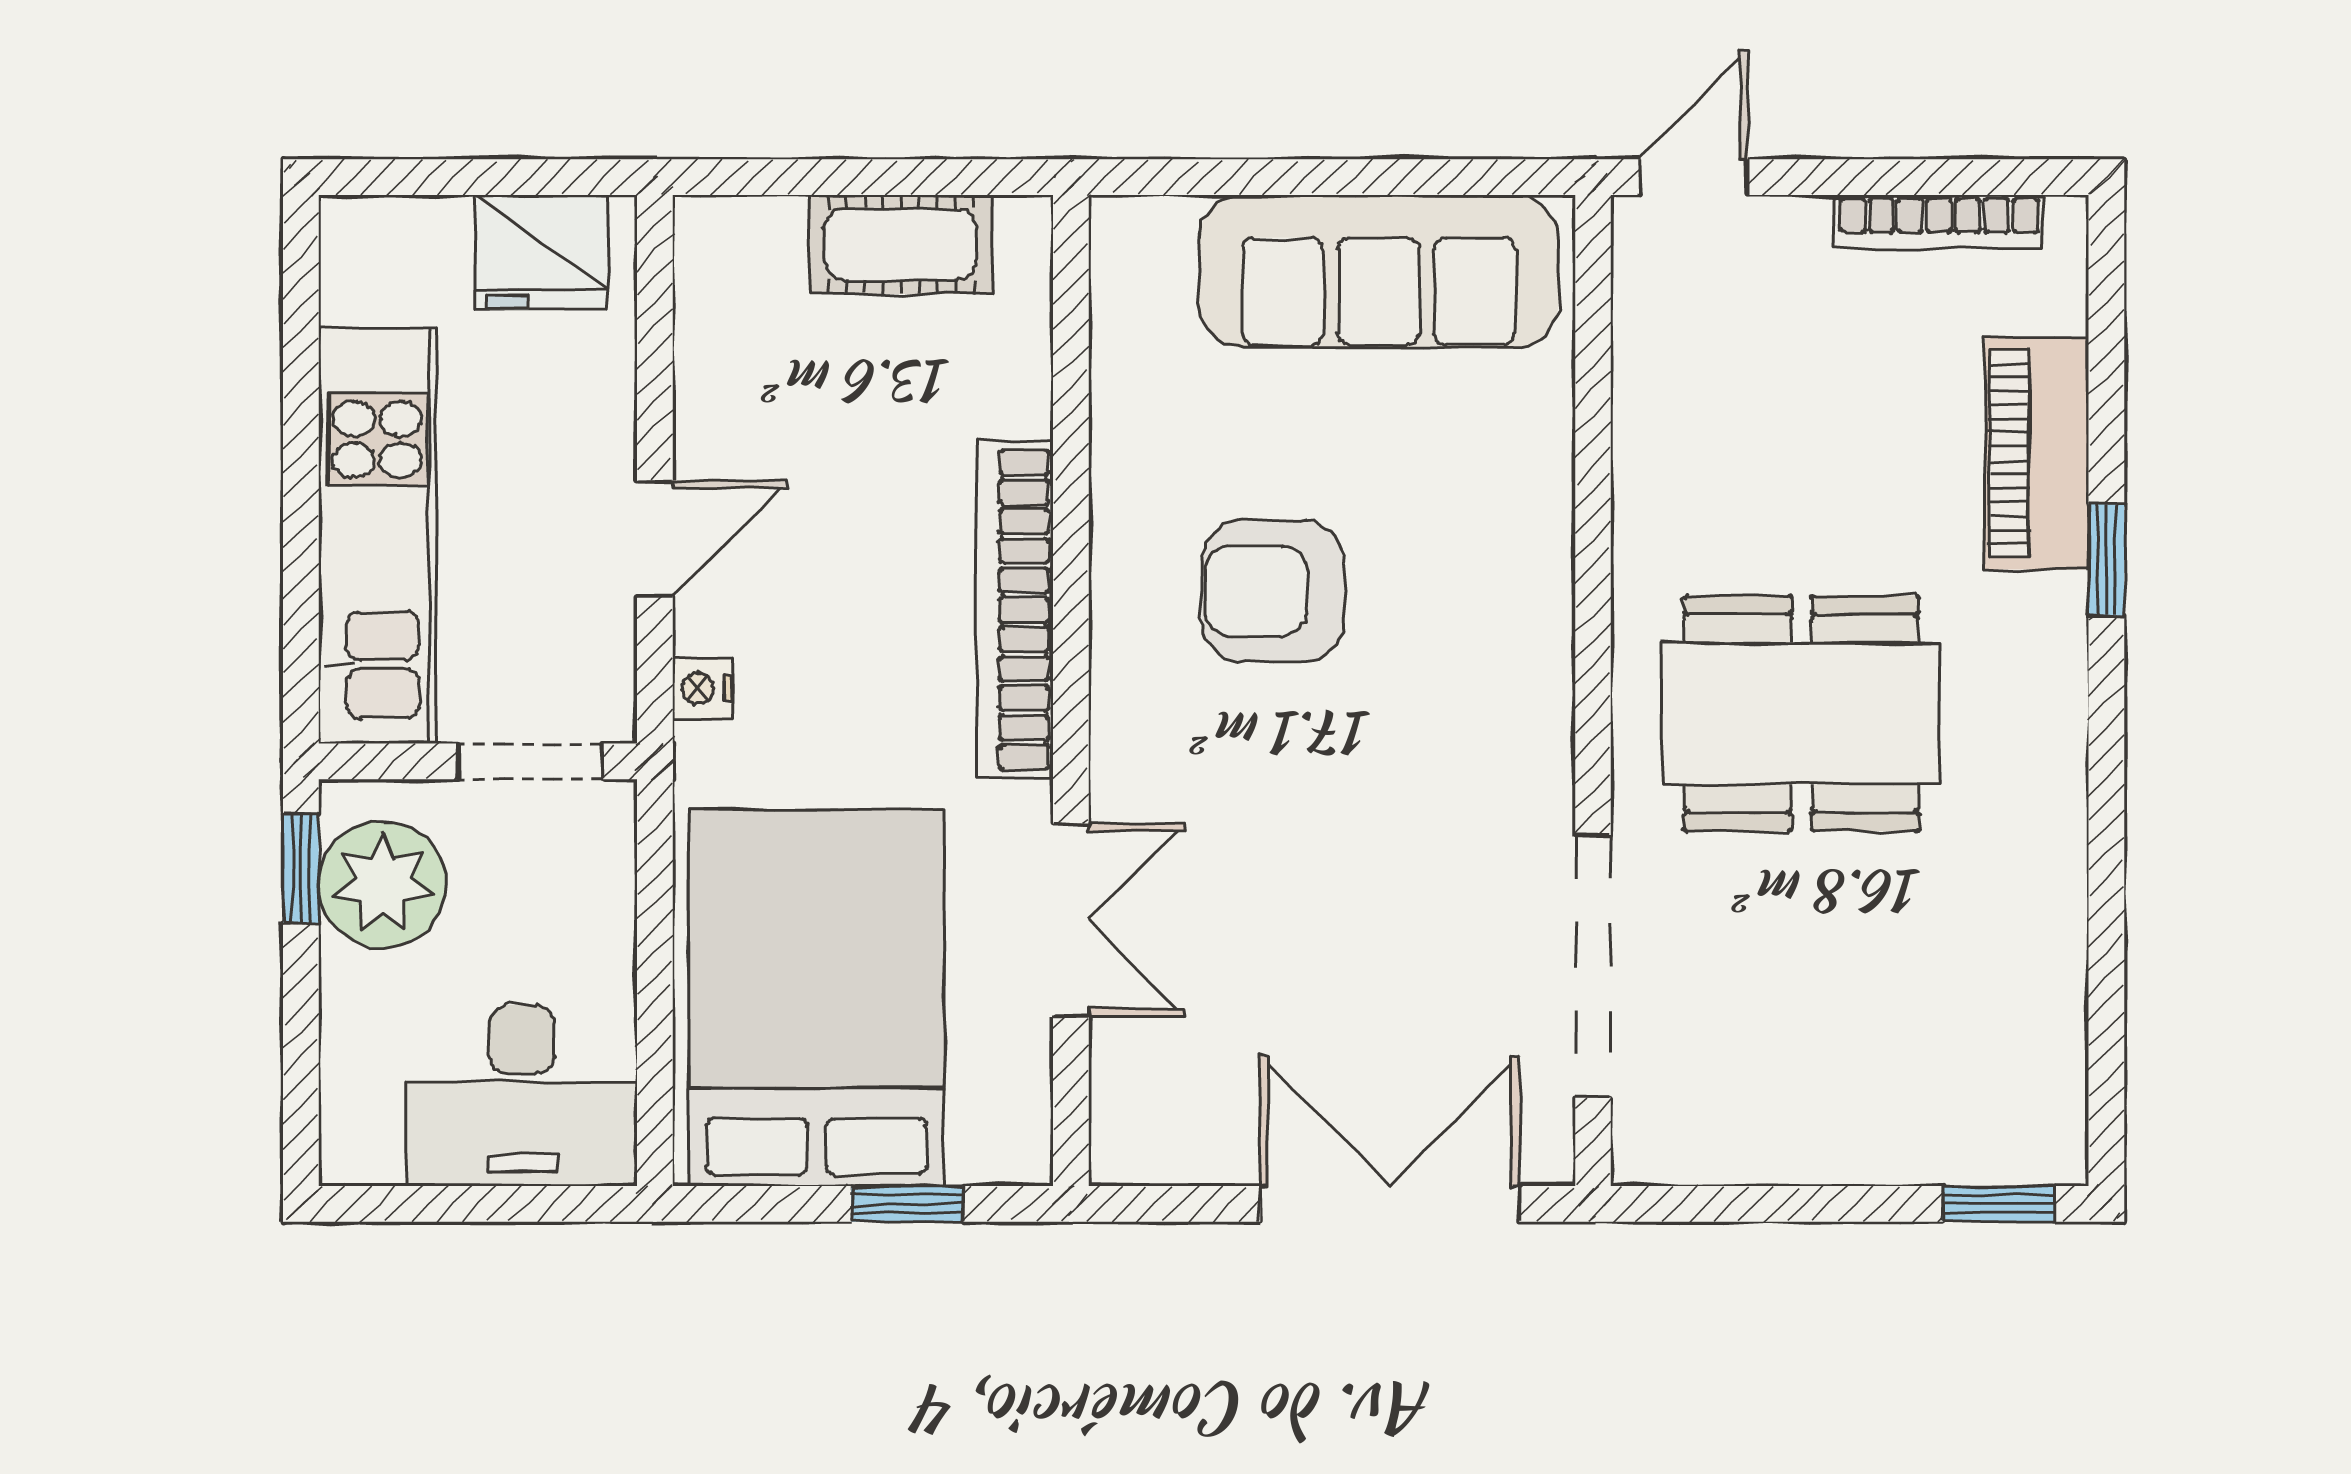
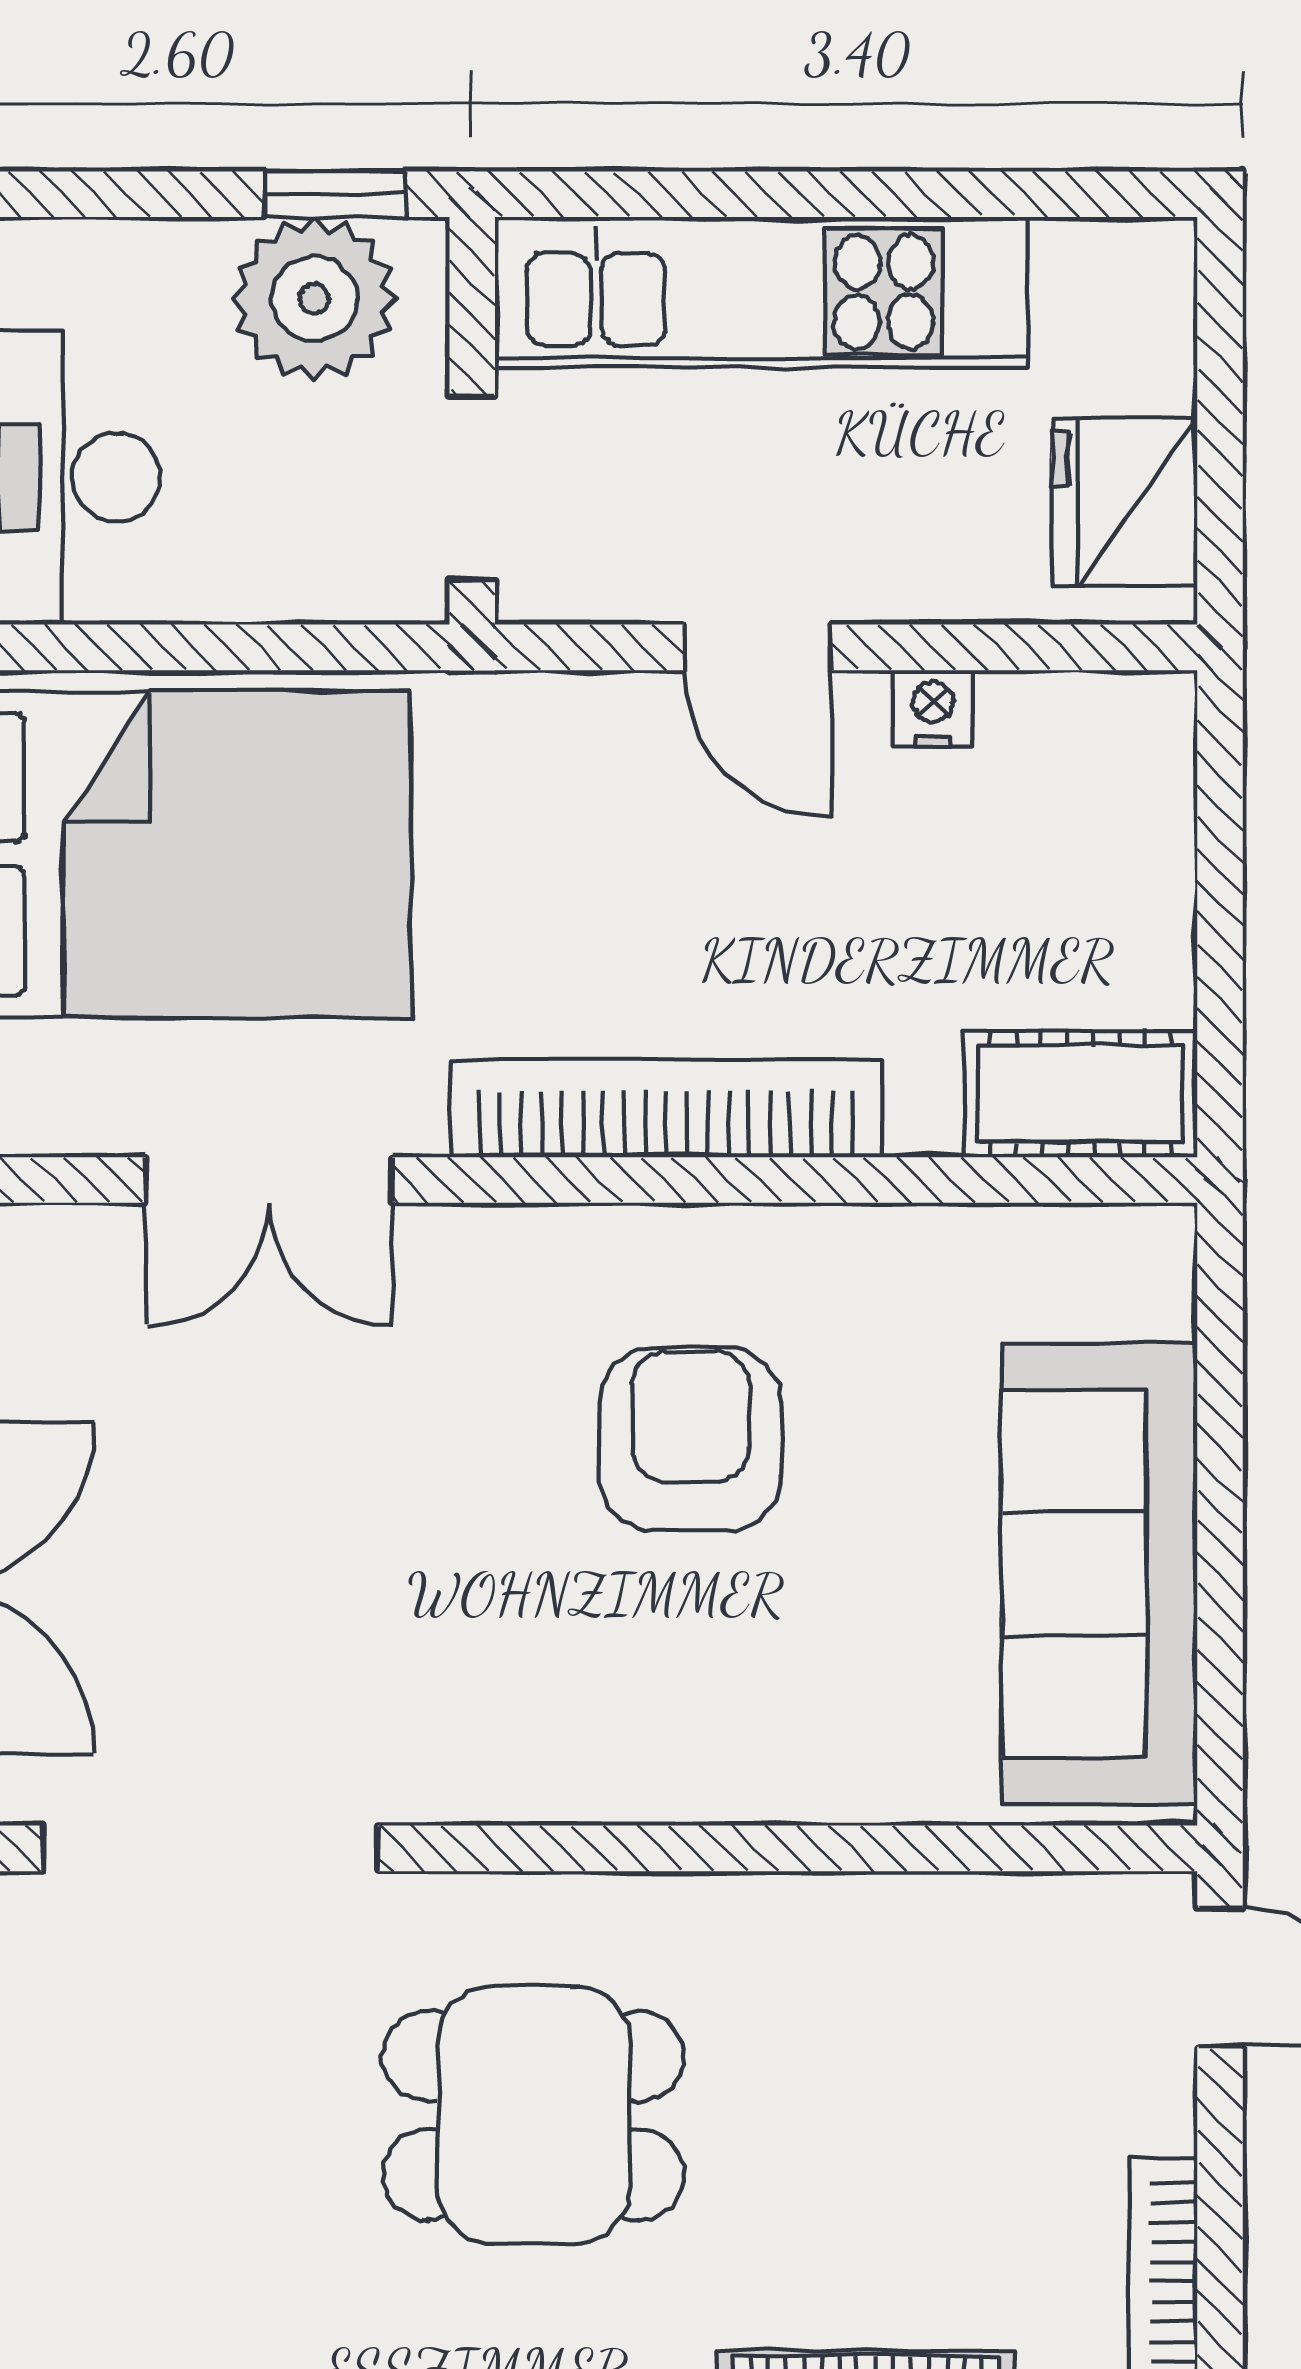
cot: (901, 244) -> (1081, 1094), moved, turned 90
nightstand: (702, 688) -> (933, 708), moved
dining table: (1802, 713) -> (534, 2115), width x0.73

